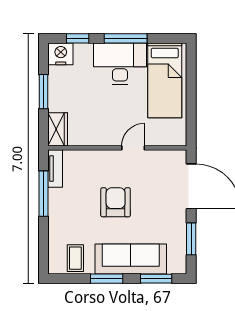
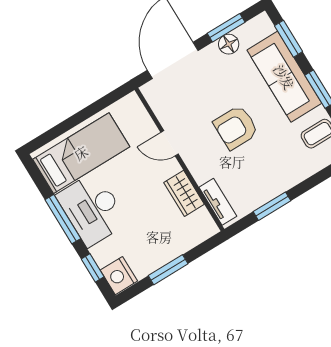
wardrobe: (58, 129) -> (184, 193), moved, turned -90
tv unit: (55, 168) -> (218, 202), moved, turned 90
window: (43, 194) -> (272, 206), width x0.69
floor lamp: (178, 233) -> (229, 44), added

